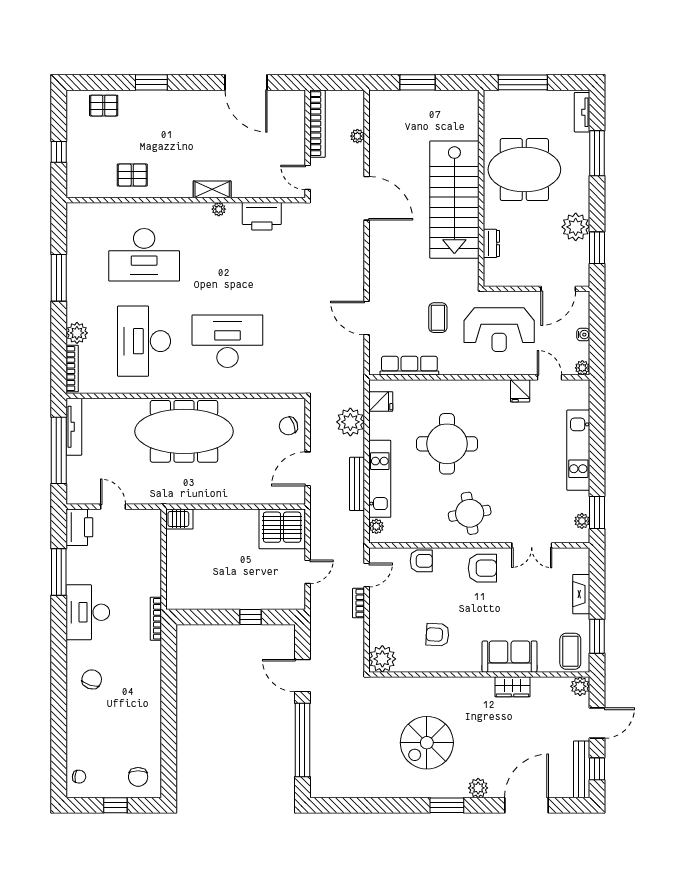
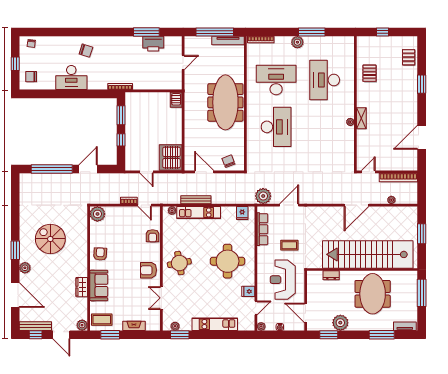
stairs: (454, 200) -> (368, 254), width x1.36
printer: (262, 216) -> (346, 146), removed
plant: (77, 333) -> (297, 42), moved
plant: (350, 422) -> (263, 196), moved
round table: (447, 444) -> (228, 261), moved
printer: (79, 527) -> (153, 44), moved
armchair: (482, 568) -> (149, 270), turned 90
desk: (88, 612) -> (71, 78), moved, turned 180
window: (207, 617) -> (121, 115), added
armchair: (438, 635) -> (100, 254), moved

